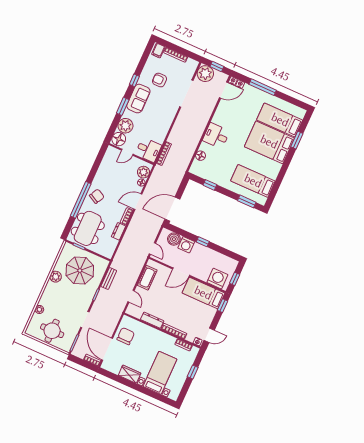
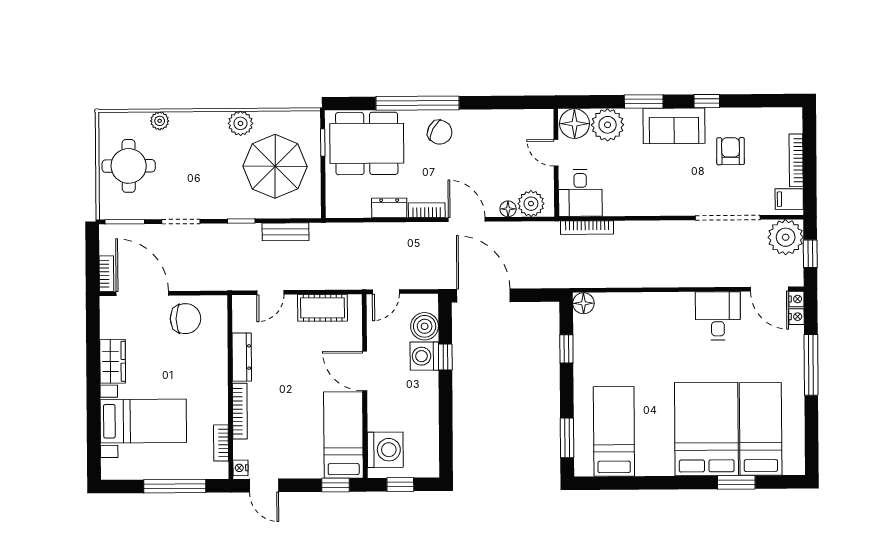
filing cabinet: (158, 51) -> (789, 199), moved
desk: (216, 136) -> (718, 316), moved
floor lamp: (201, 156) -> (583, 303), moved
window: (203, 242) -> (445, 357), moved
door: (107, 349) -> (142, 293), hinge flipped
window: (193, 372) -> (175, 486), width x2.17

